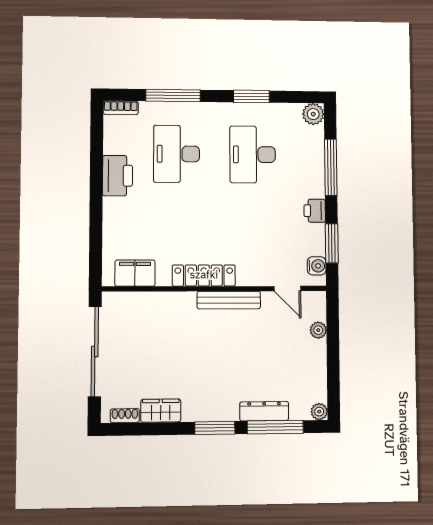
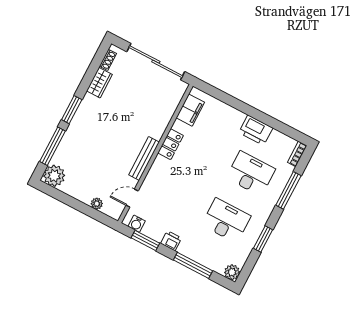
locker: (204, 275) -> (171, 144), width x0.66
dresser: (264, 411) -> (66, 145), removed
plant: (319, 412) -> (54, 176), width x1.88, depth x1.88

